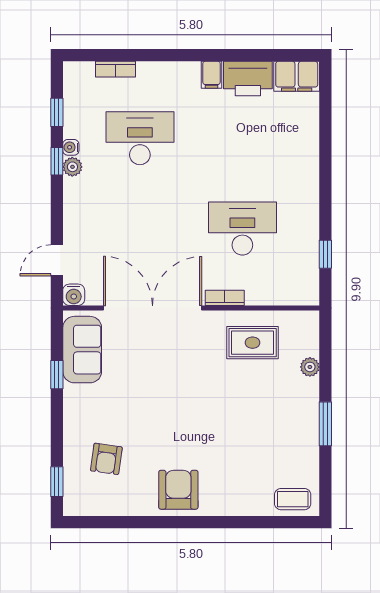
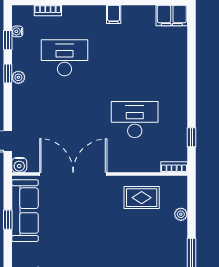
printer: (248, 79) -> (138, 17), removed
water cooler: (71, 147) -> (17, 31), moved
bookcase: (225, 298) -> (174, 167), moved
sofa: (82, 350) -> (25, 211), width x1.36

